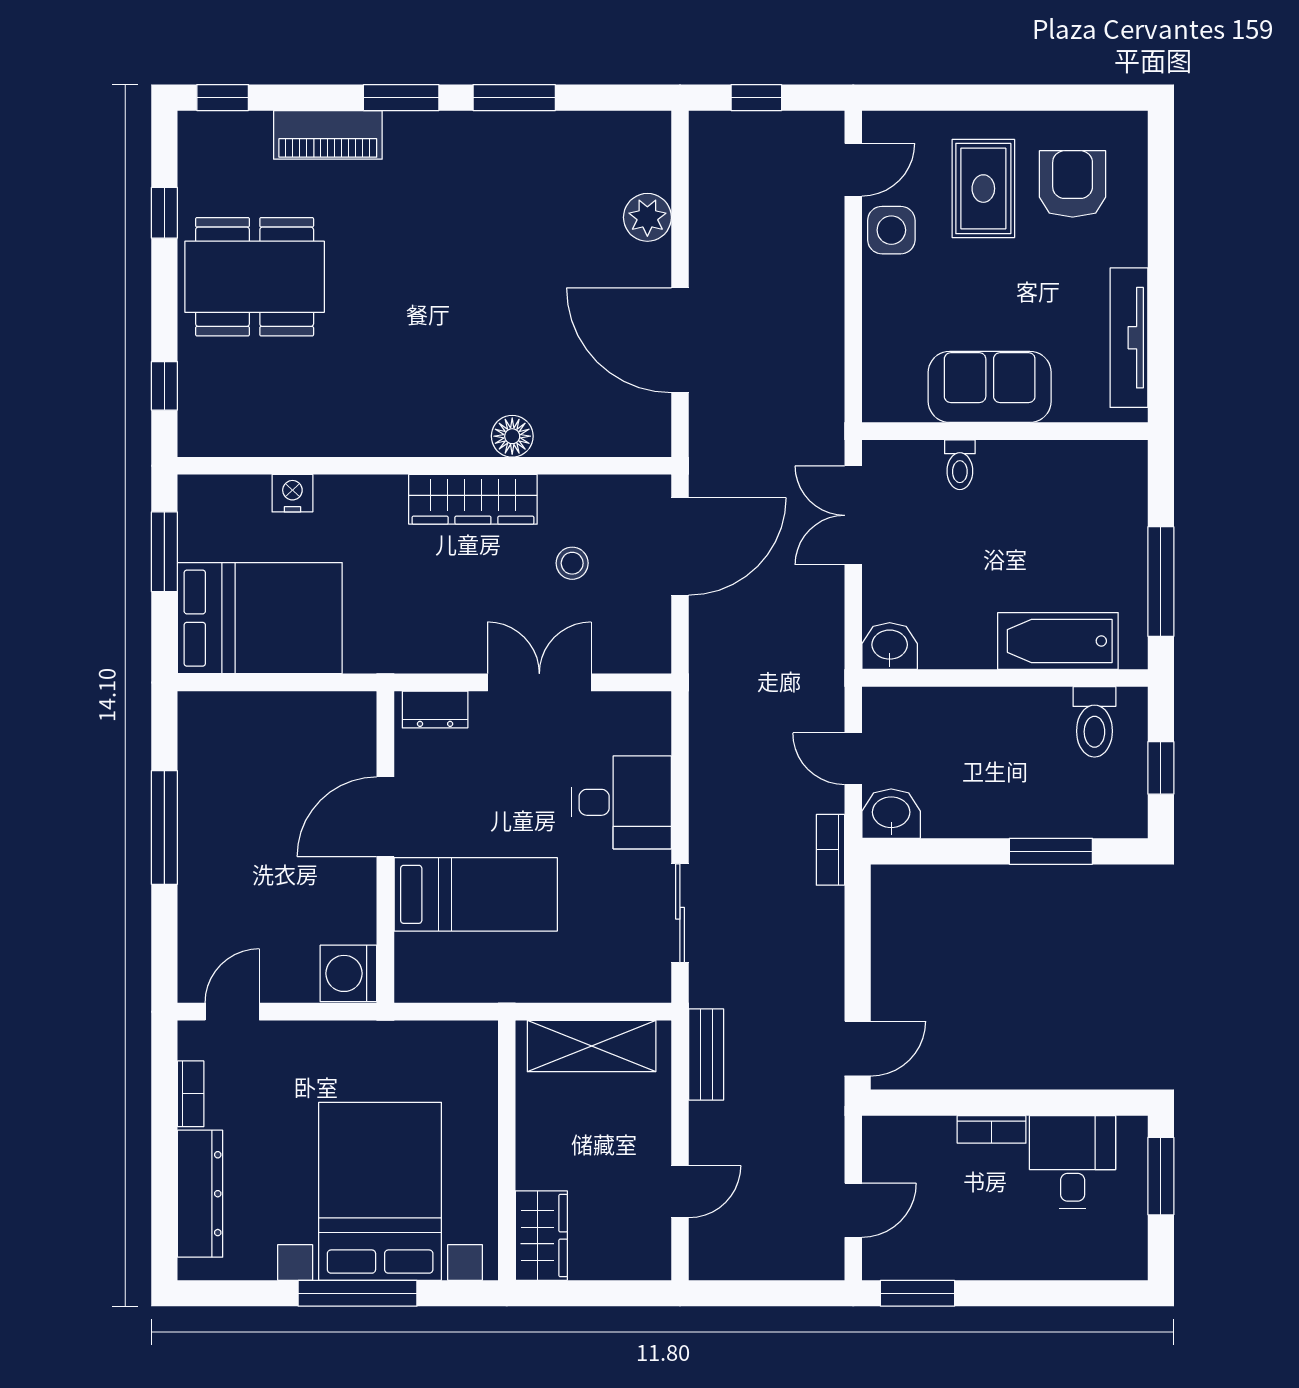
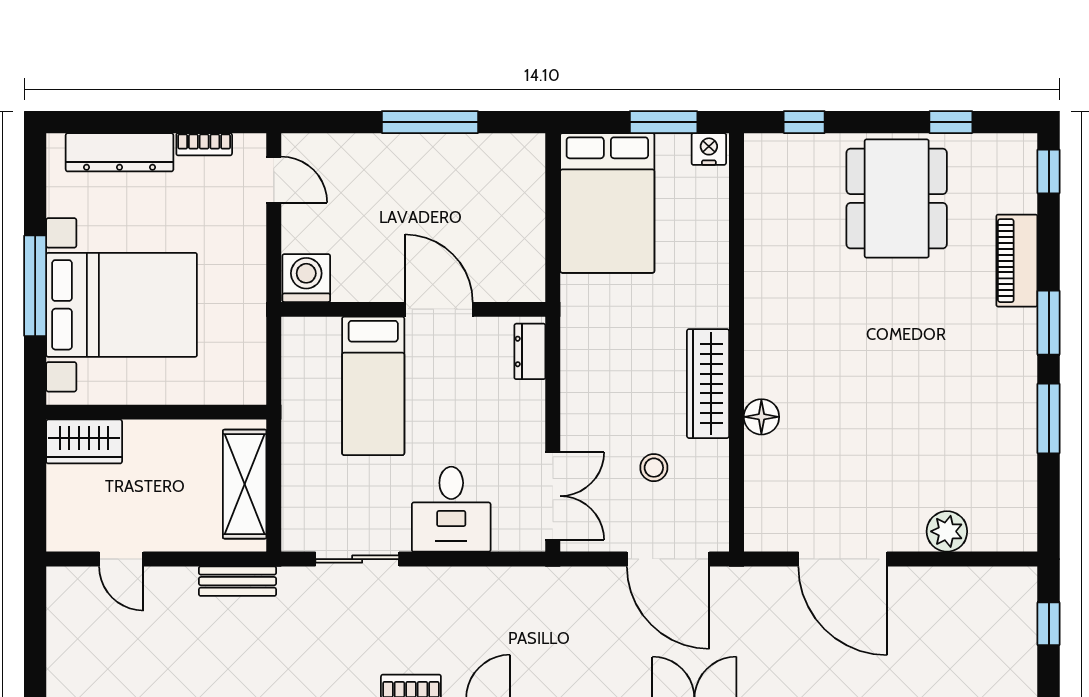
door: (680, 340) -> (843, 559), swing flipped
nightstand: (292, 493) -> (709, 149), moved, turned -90
double door: (539, 682) -> (553, 496), moved

